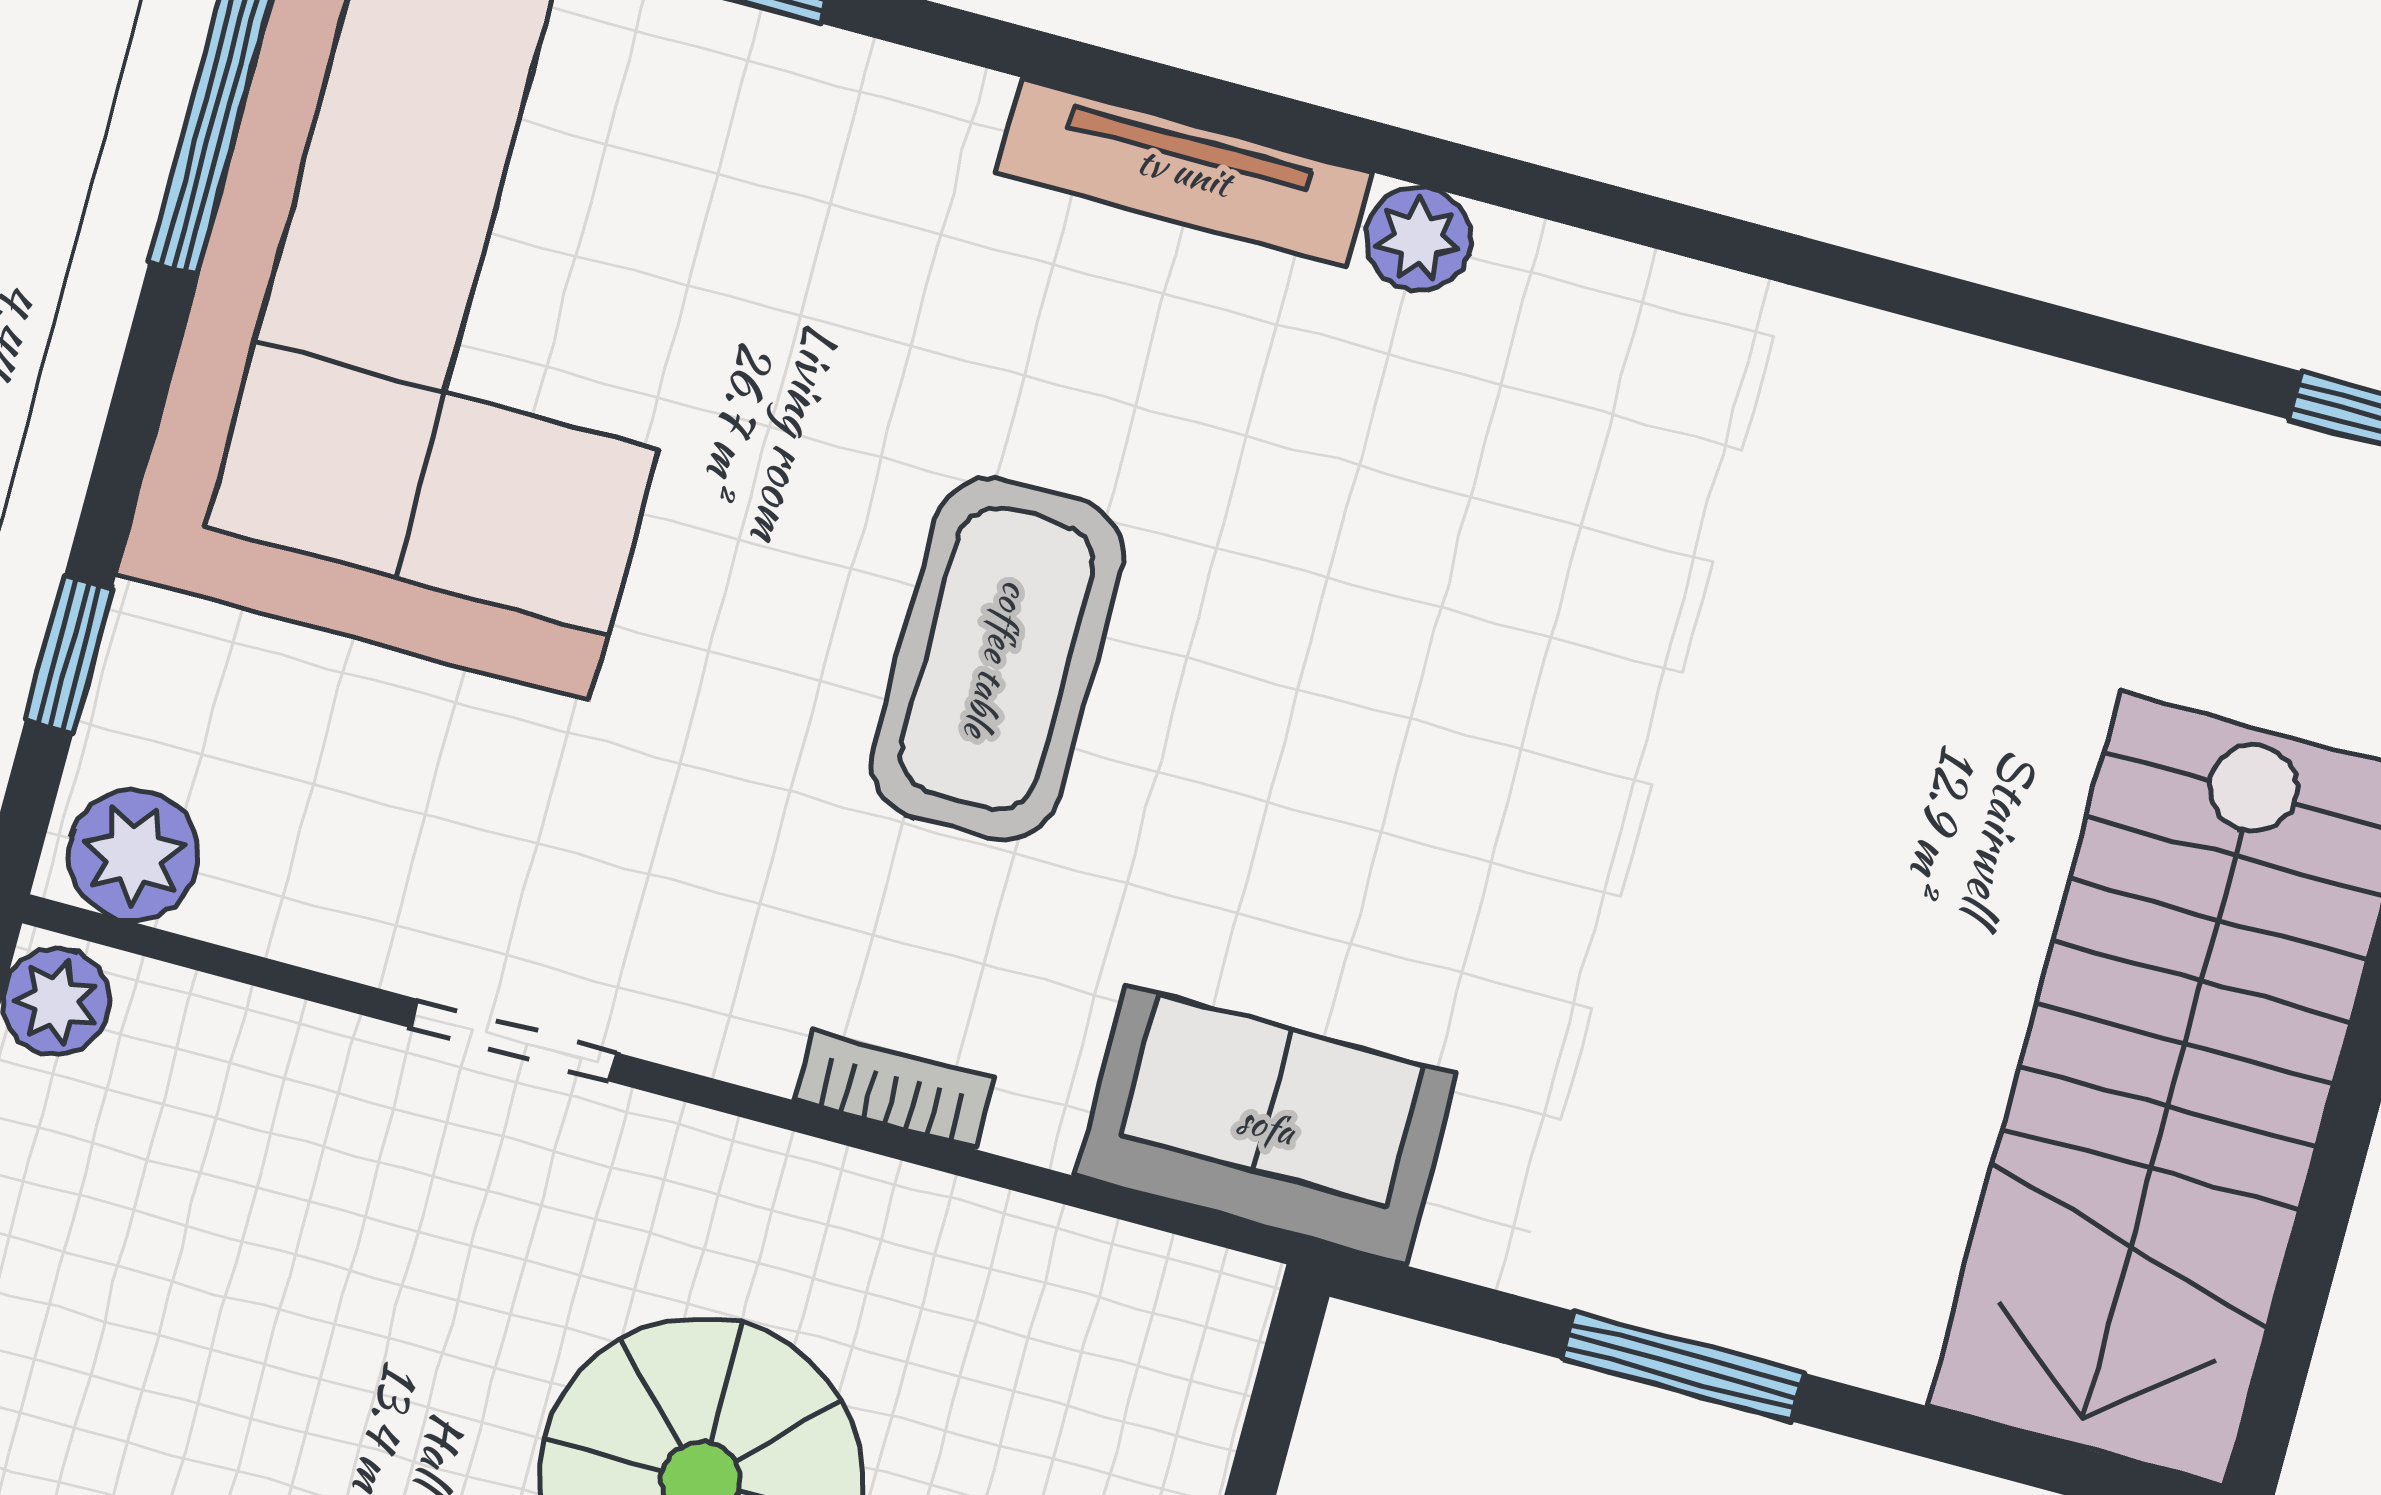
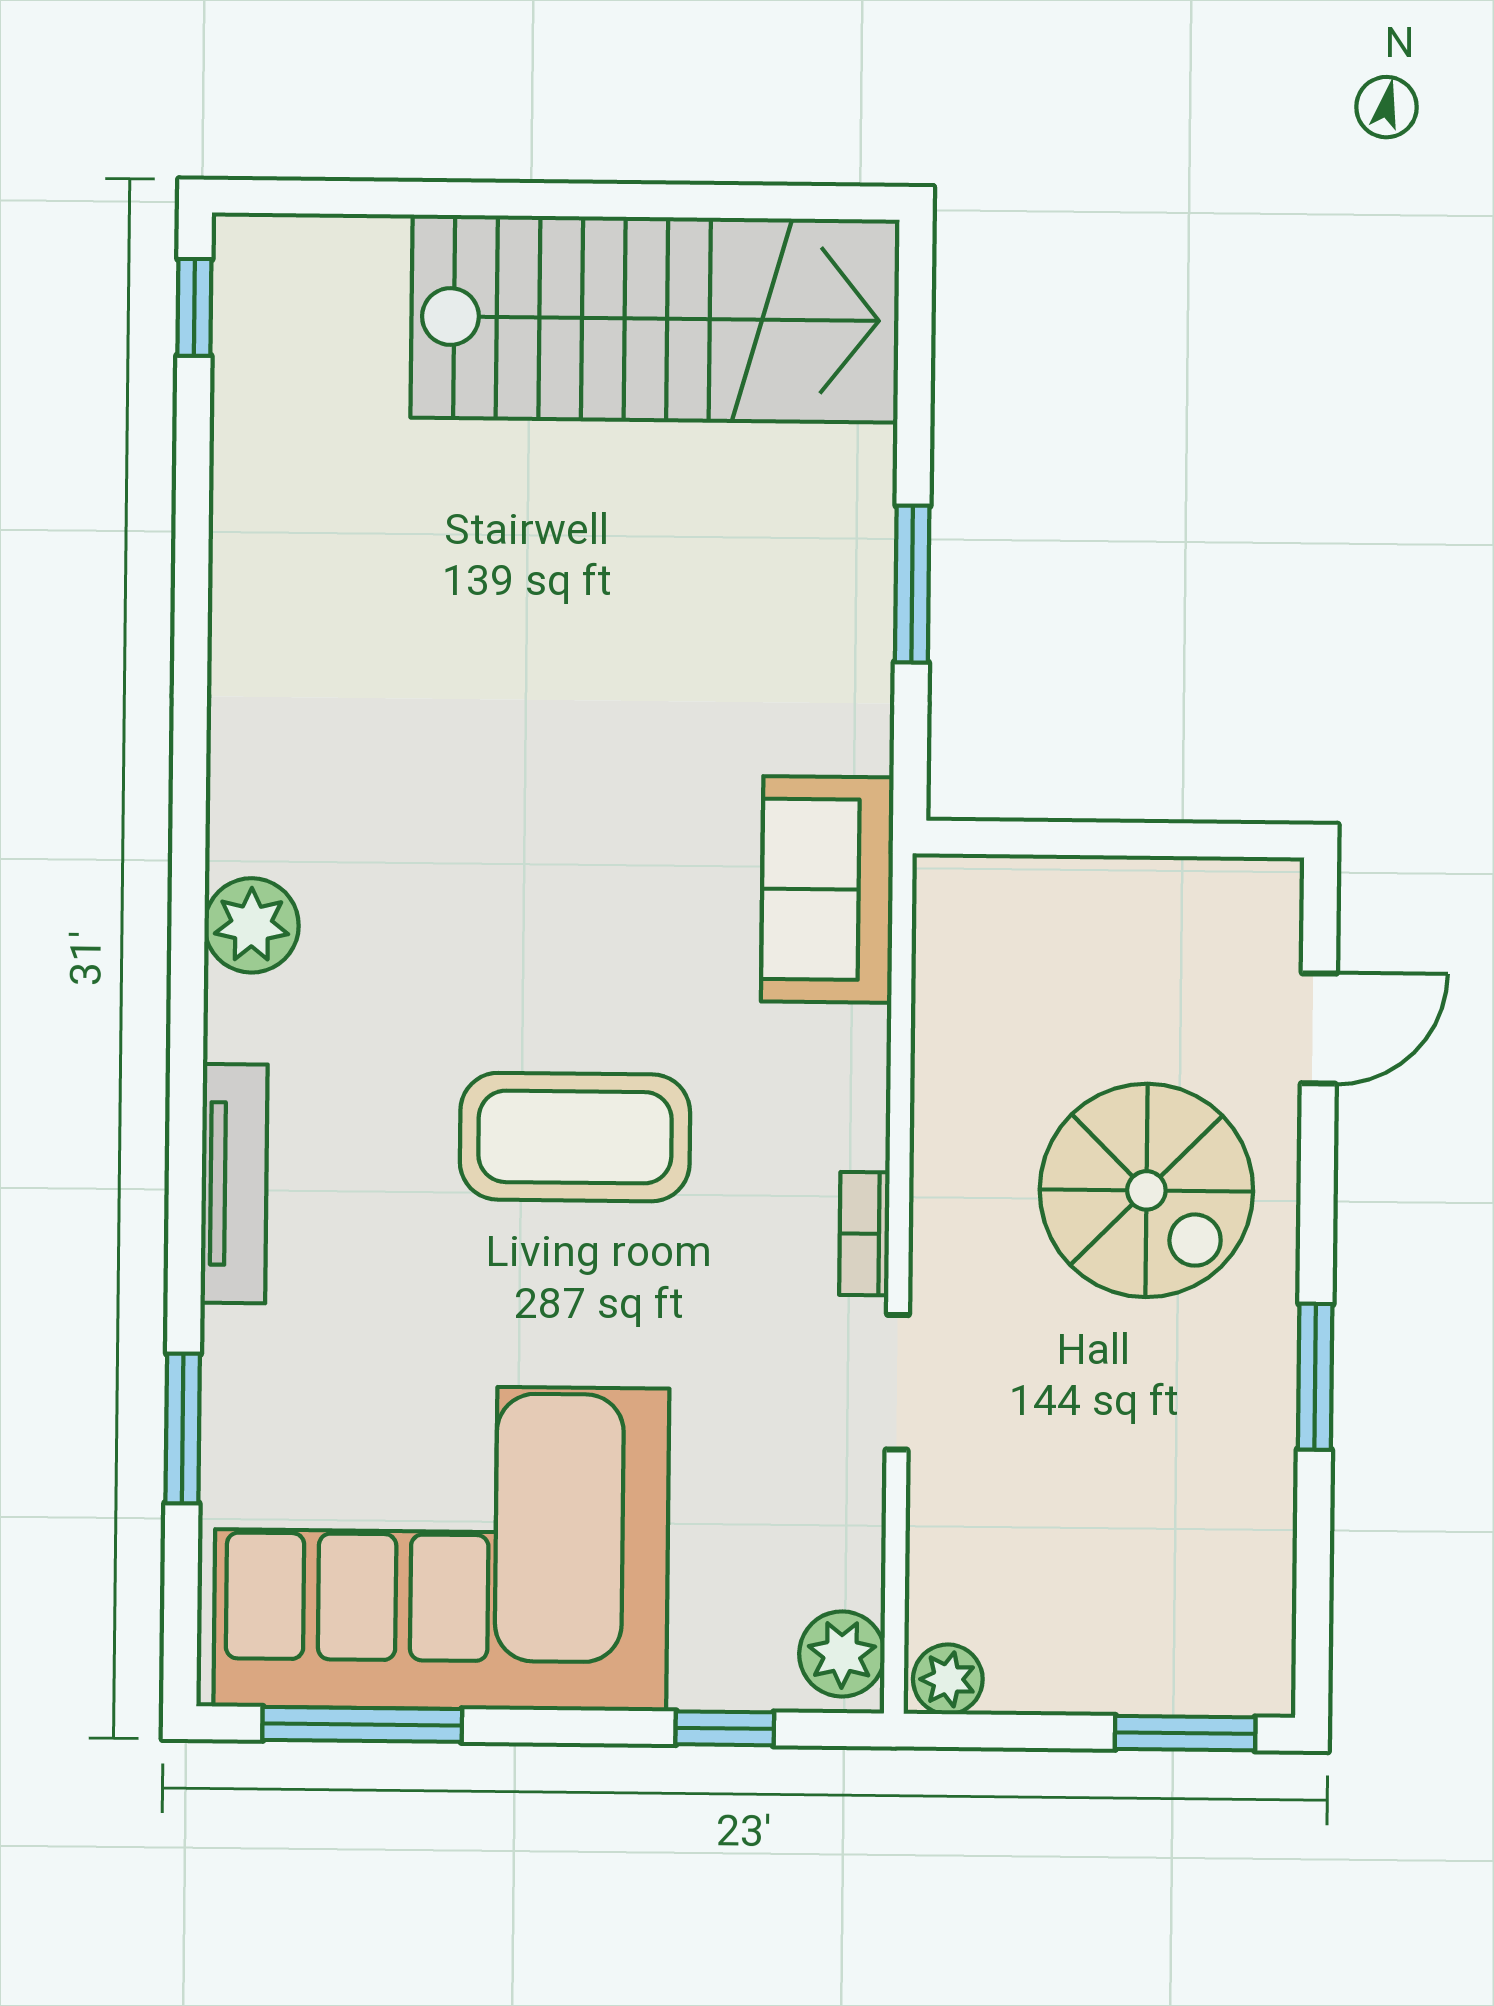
tv unit: (1184, 172) -> (234, 1184), moved
plant: (1418, 239) -> (252, 925), width x1.38, depth x1.38
bookcase: (894, 1089) -> (864, 1234), moved

